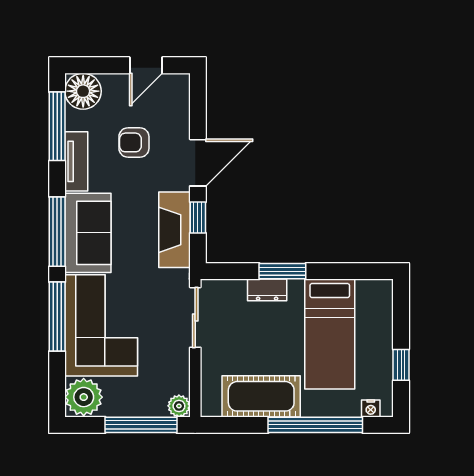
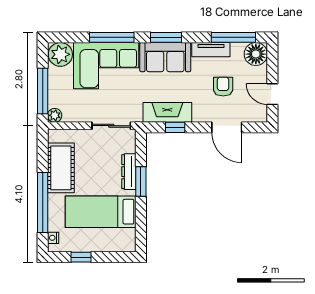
door: (198, 163) -> (227, 127), moved
window: (57, 232) -> (166, 37), width x0.69
dresser: (267, 290) -> (129, 172), width x1.44

